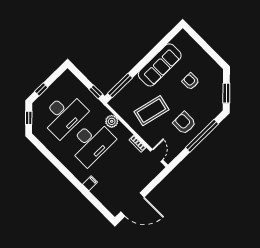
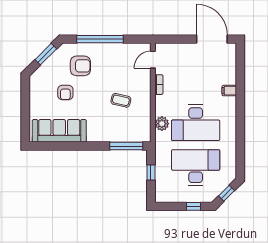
sofa: (160, 65) -> (59, 131), moved
window: (96, 92) -> (151, 172), moved
coffee table: (151, 111) -> (121, 100), width x0.54, depth x0.58
armchair: (184, 123) -> (80, 66), moved, turned -90
desk: (91, 143) -> (196, 123), turned 180

